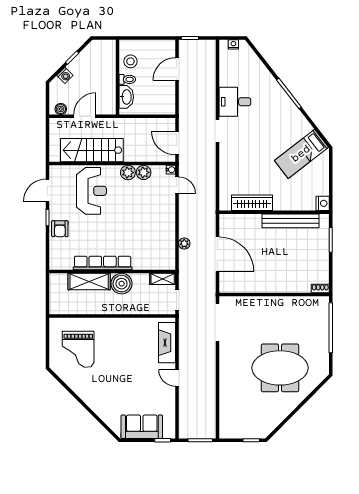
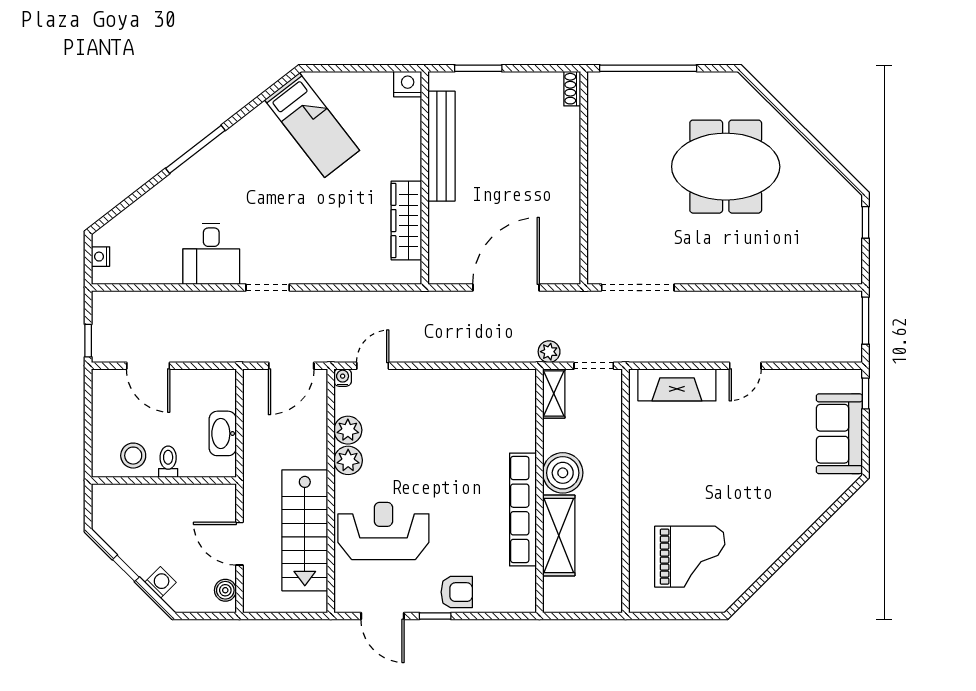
washbasin: (126, 97) -> (223, 433), moved, turned -90
plant: (184, 244) -> (549, 352), moved
meeting table: (280, 368) -> (726, 167), turned 90

